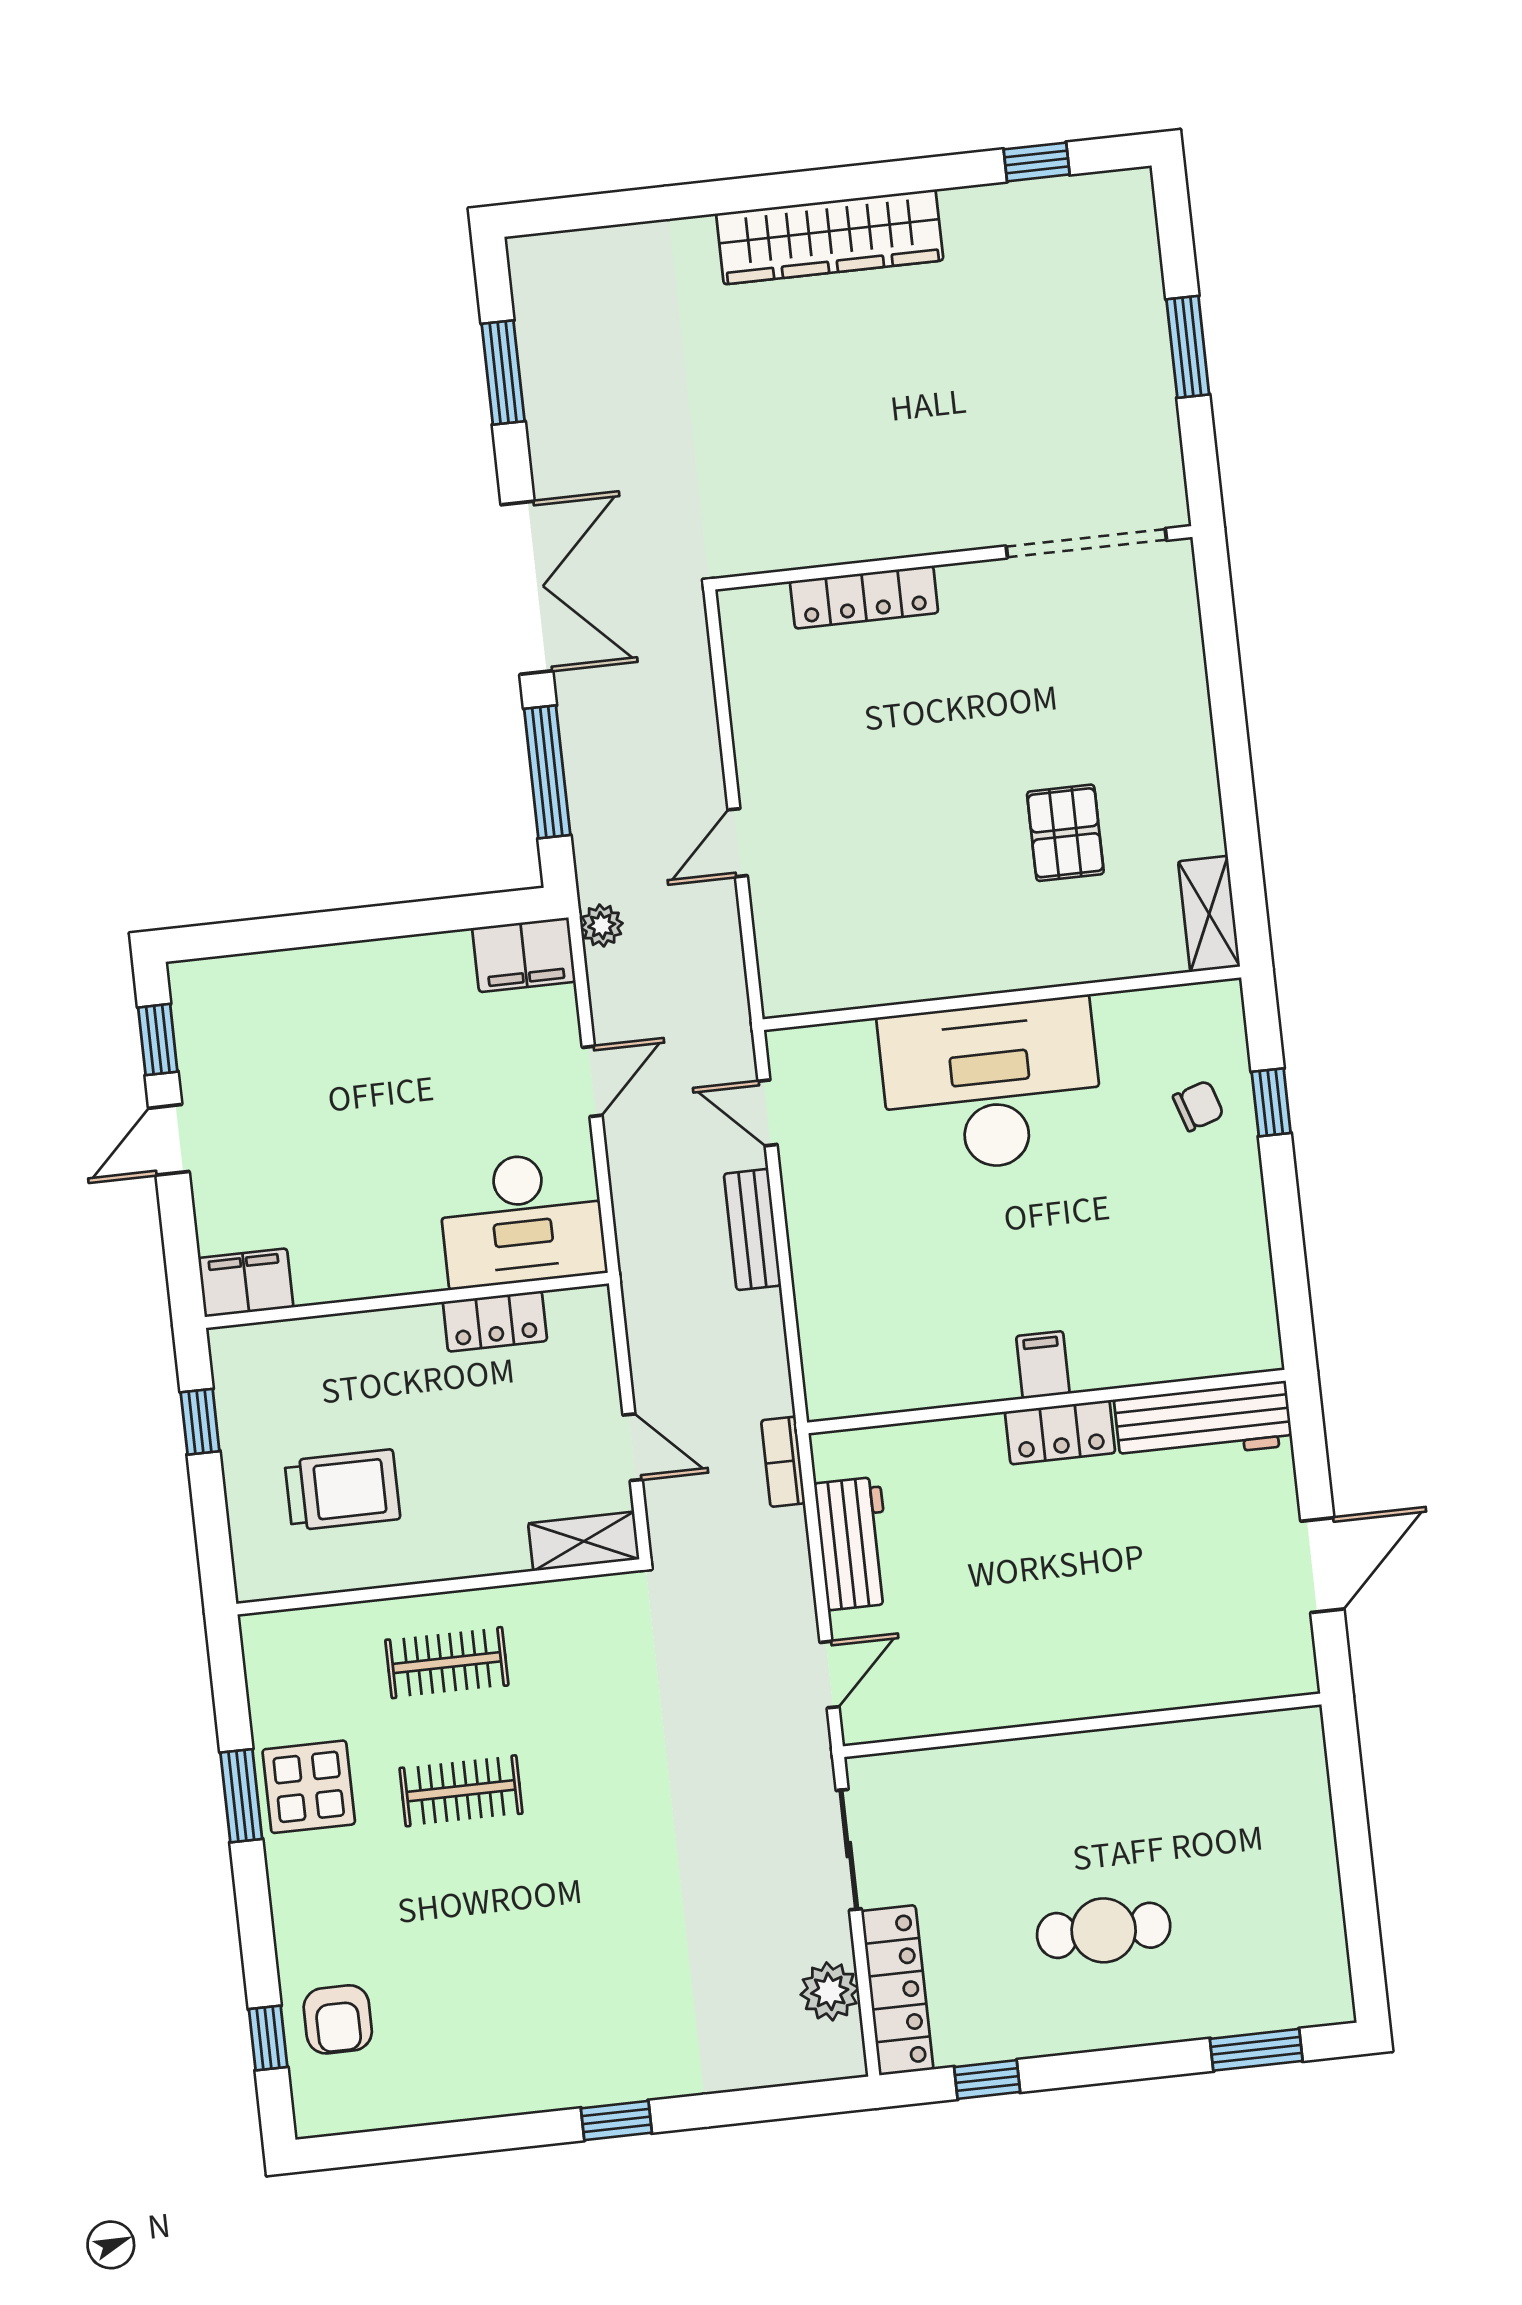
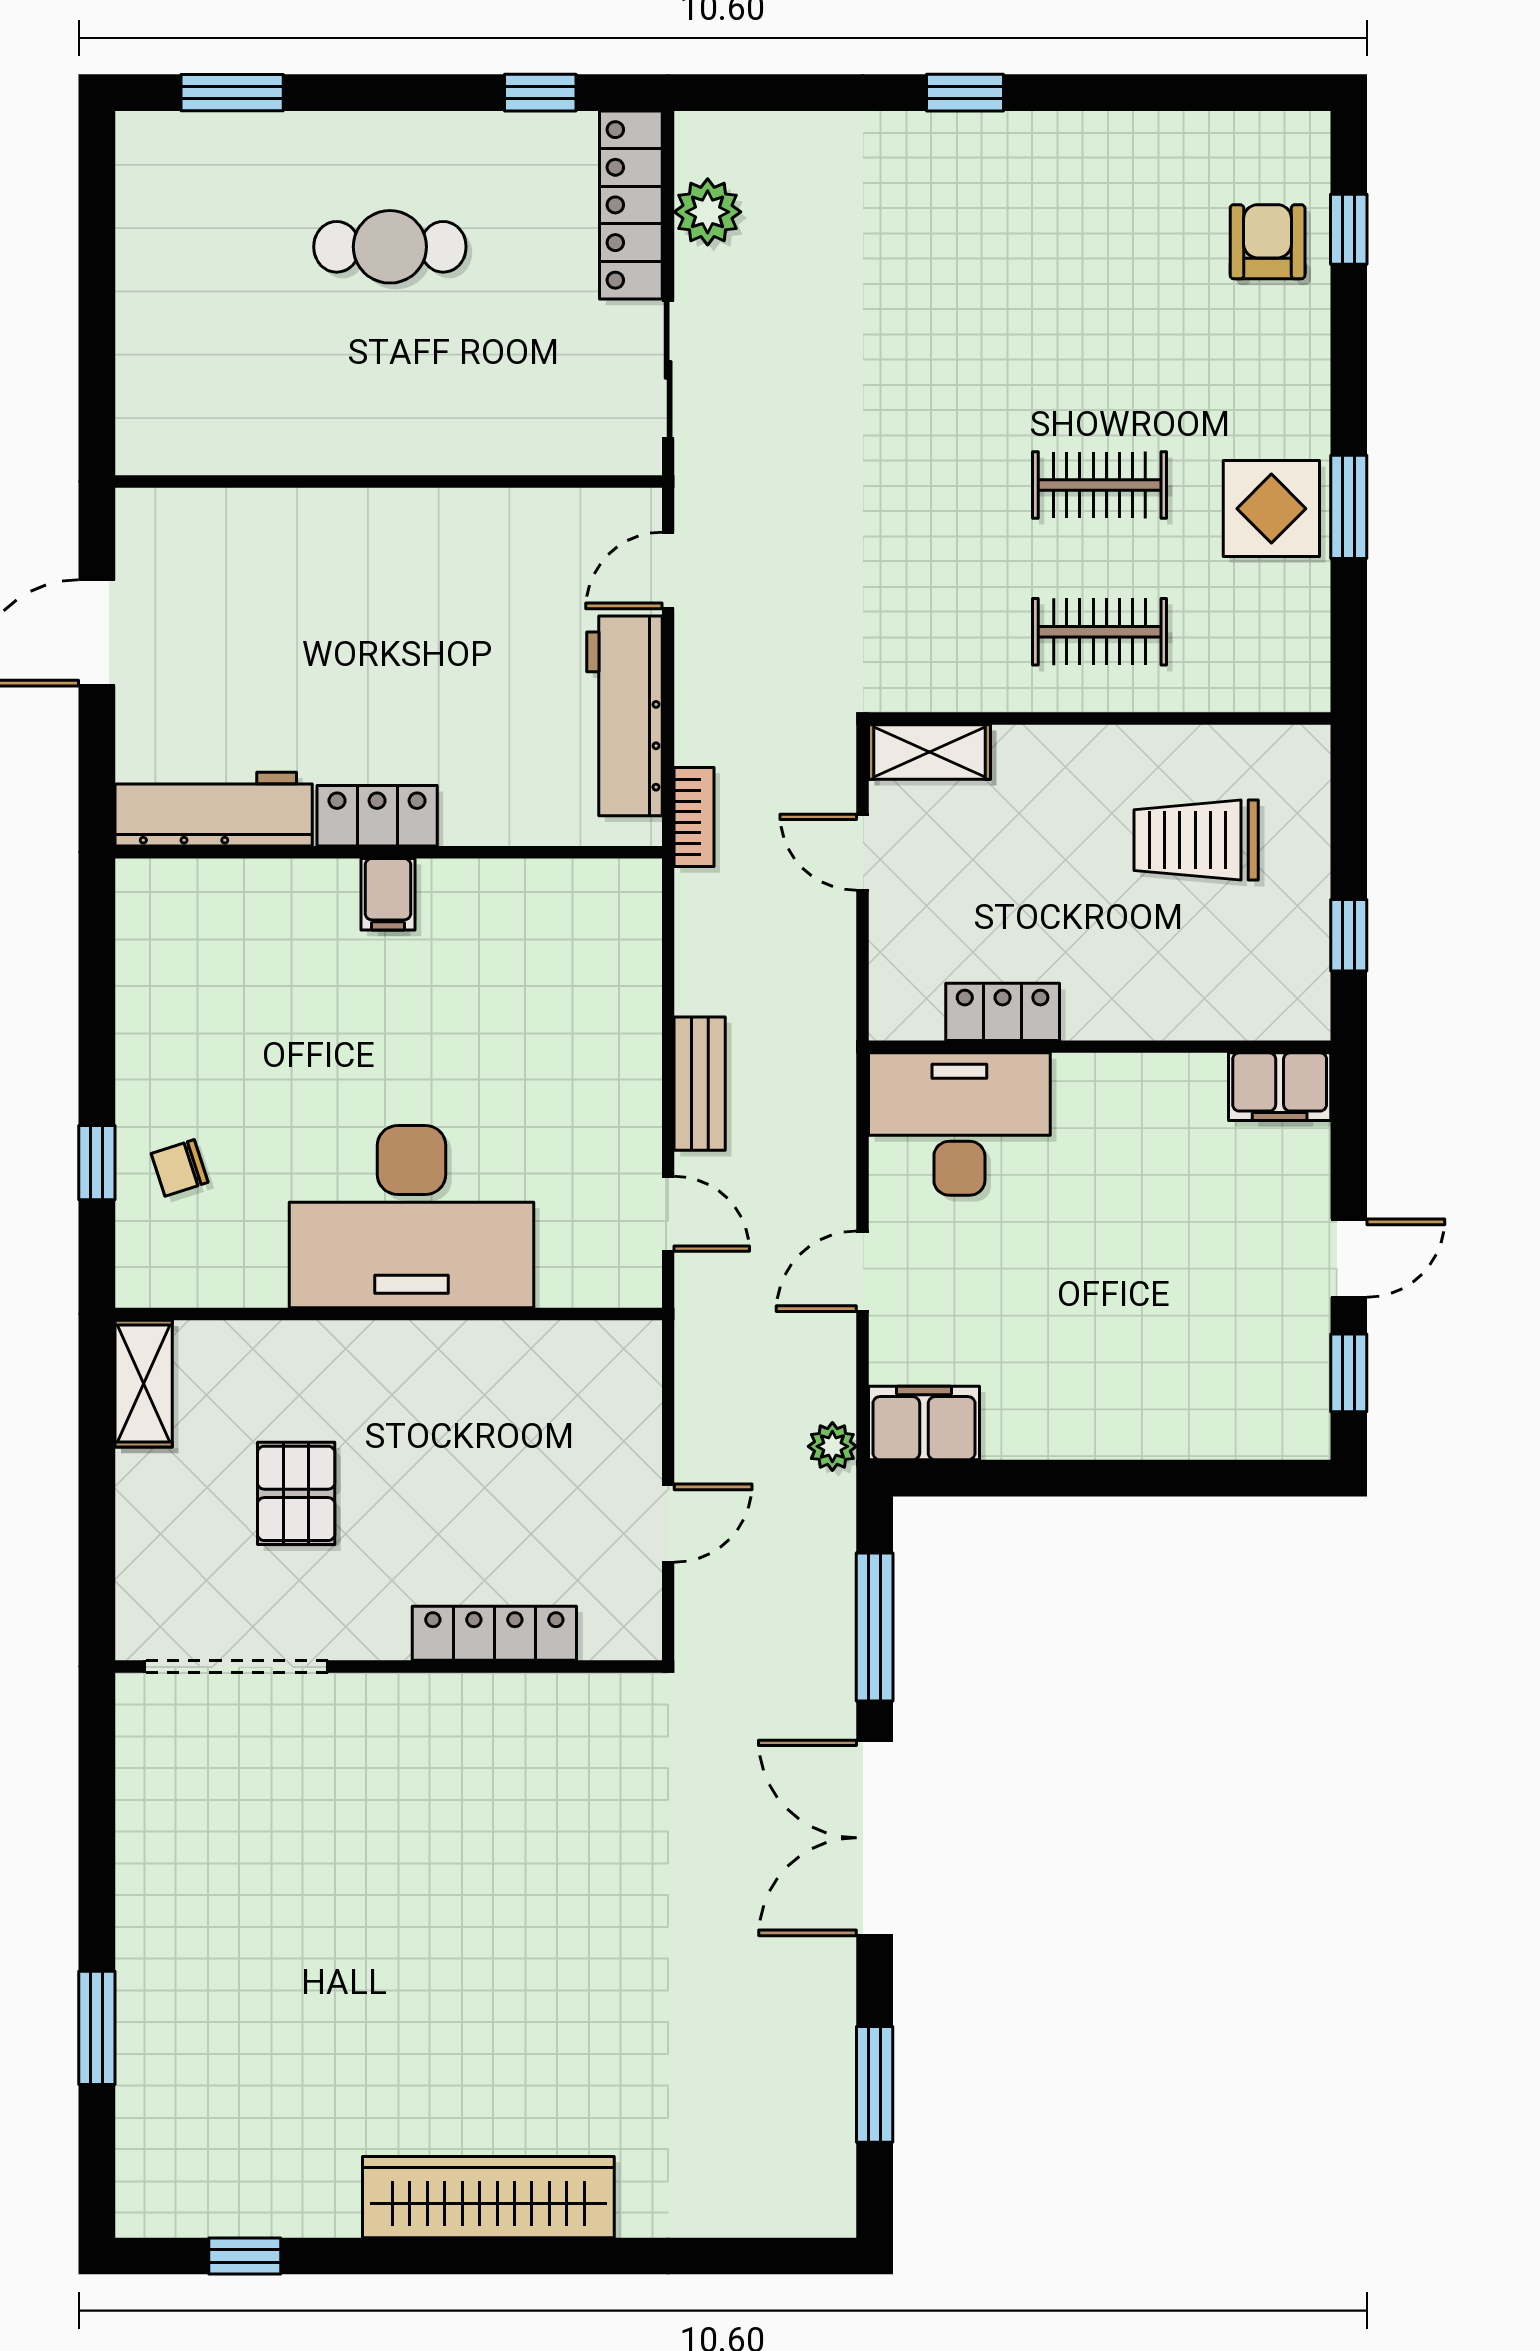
doorway: (1086, 543) -> (236, 1667), moved
wall: (953, 558) -> (389, 1667), moved
locker: (864, 597) -> (494, 1633), moved
workbench: (854, 1543) -> (624, 716), width x1.38

